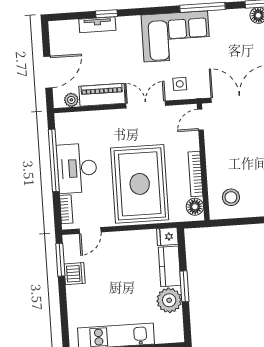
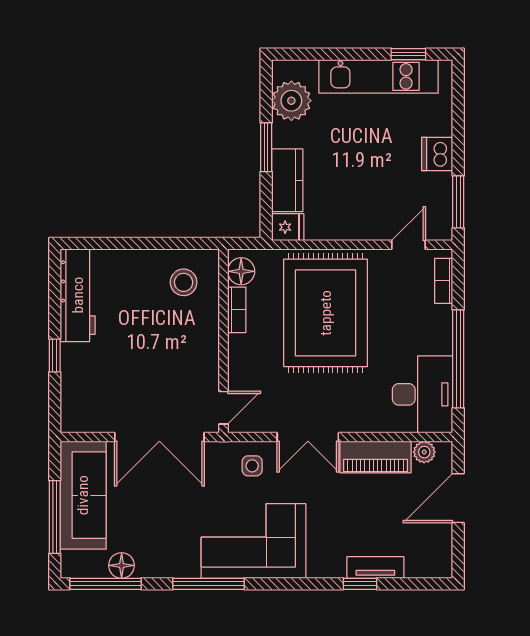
desk: (77, 168) -> (422, 394), moved
bookcase: (196, 174) -> (237, 310), width x0.64
dishwasher: (75, 274) -> (437, 154), moved
plant: (169, 300) -> (291, 101), moved

